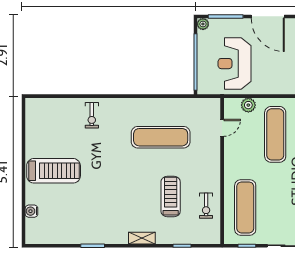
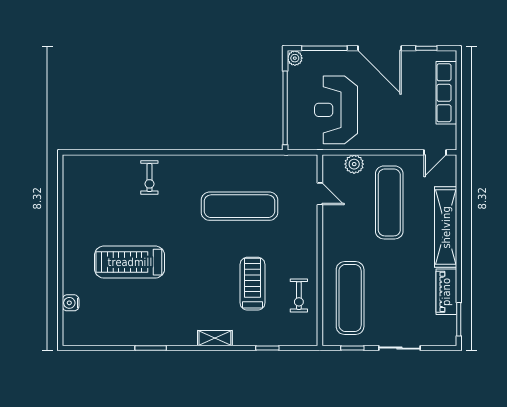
door: (222, 128) -> (320, 194), hinge flipped
treadmill: (54, 171) -> (130, 262), moved, turned 180

